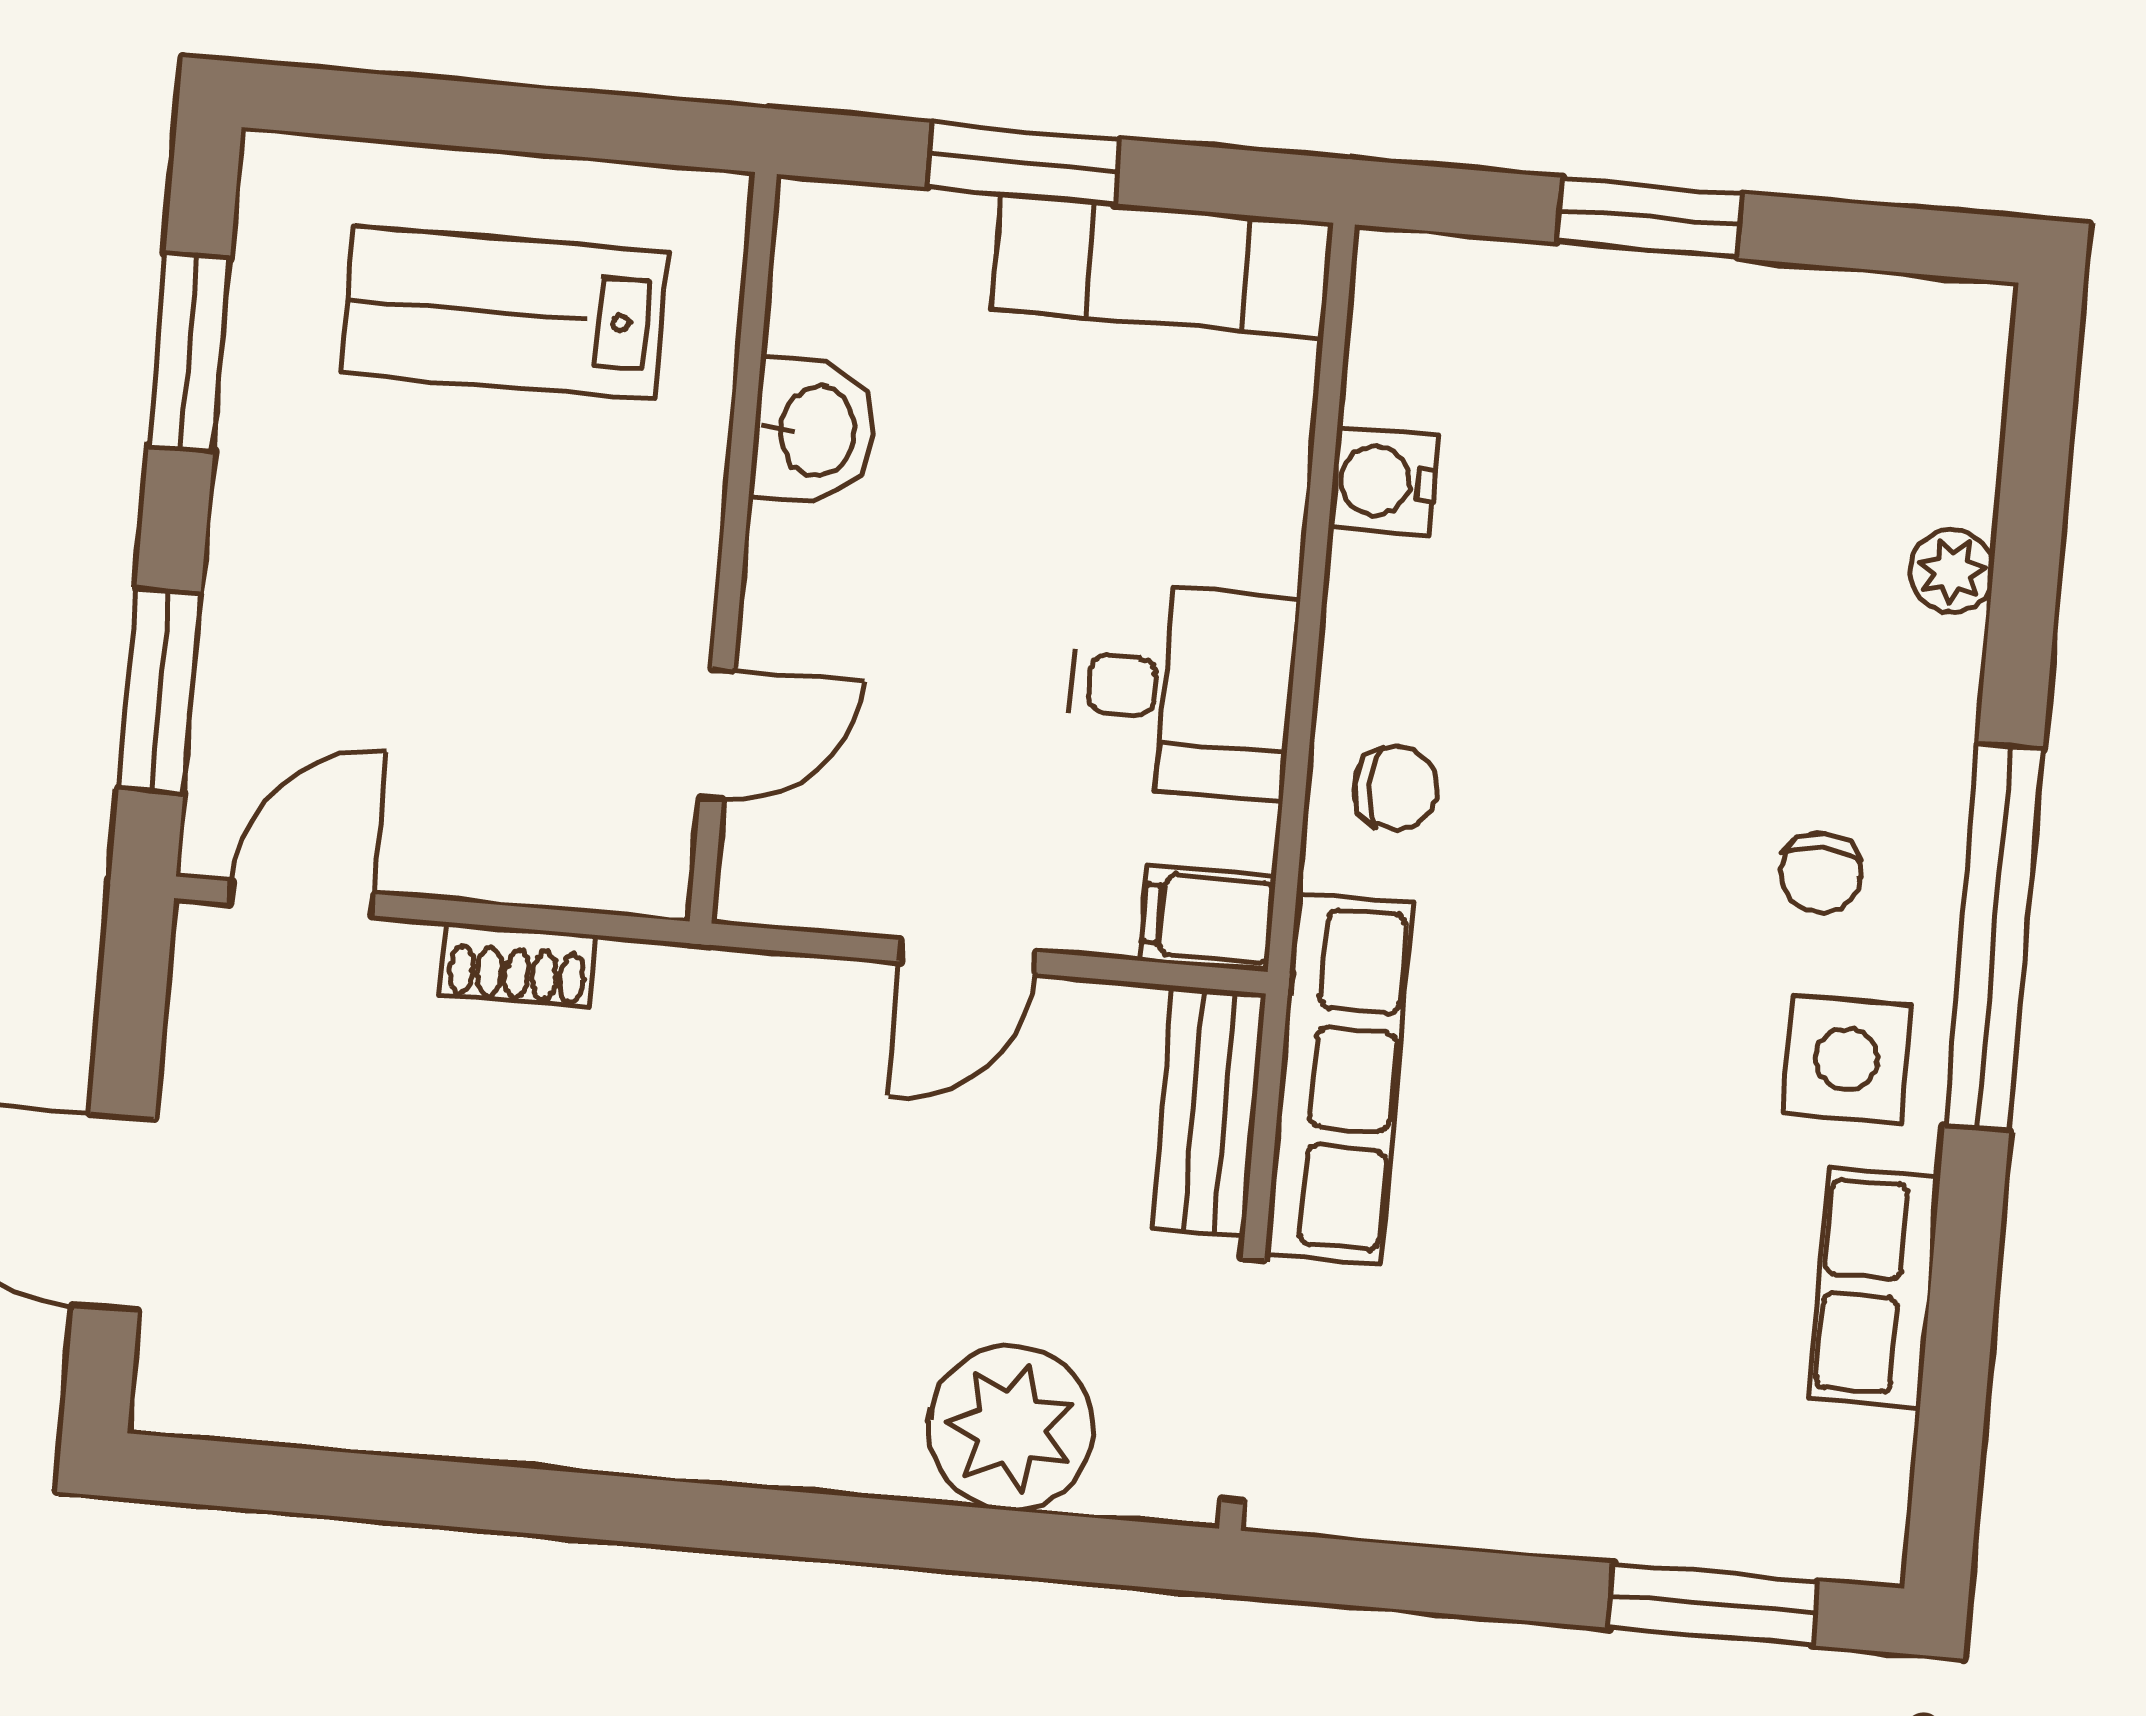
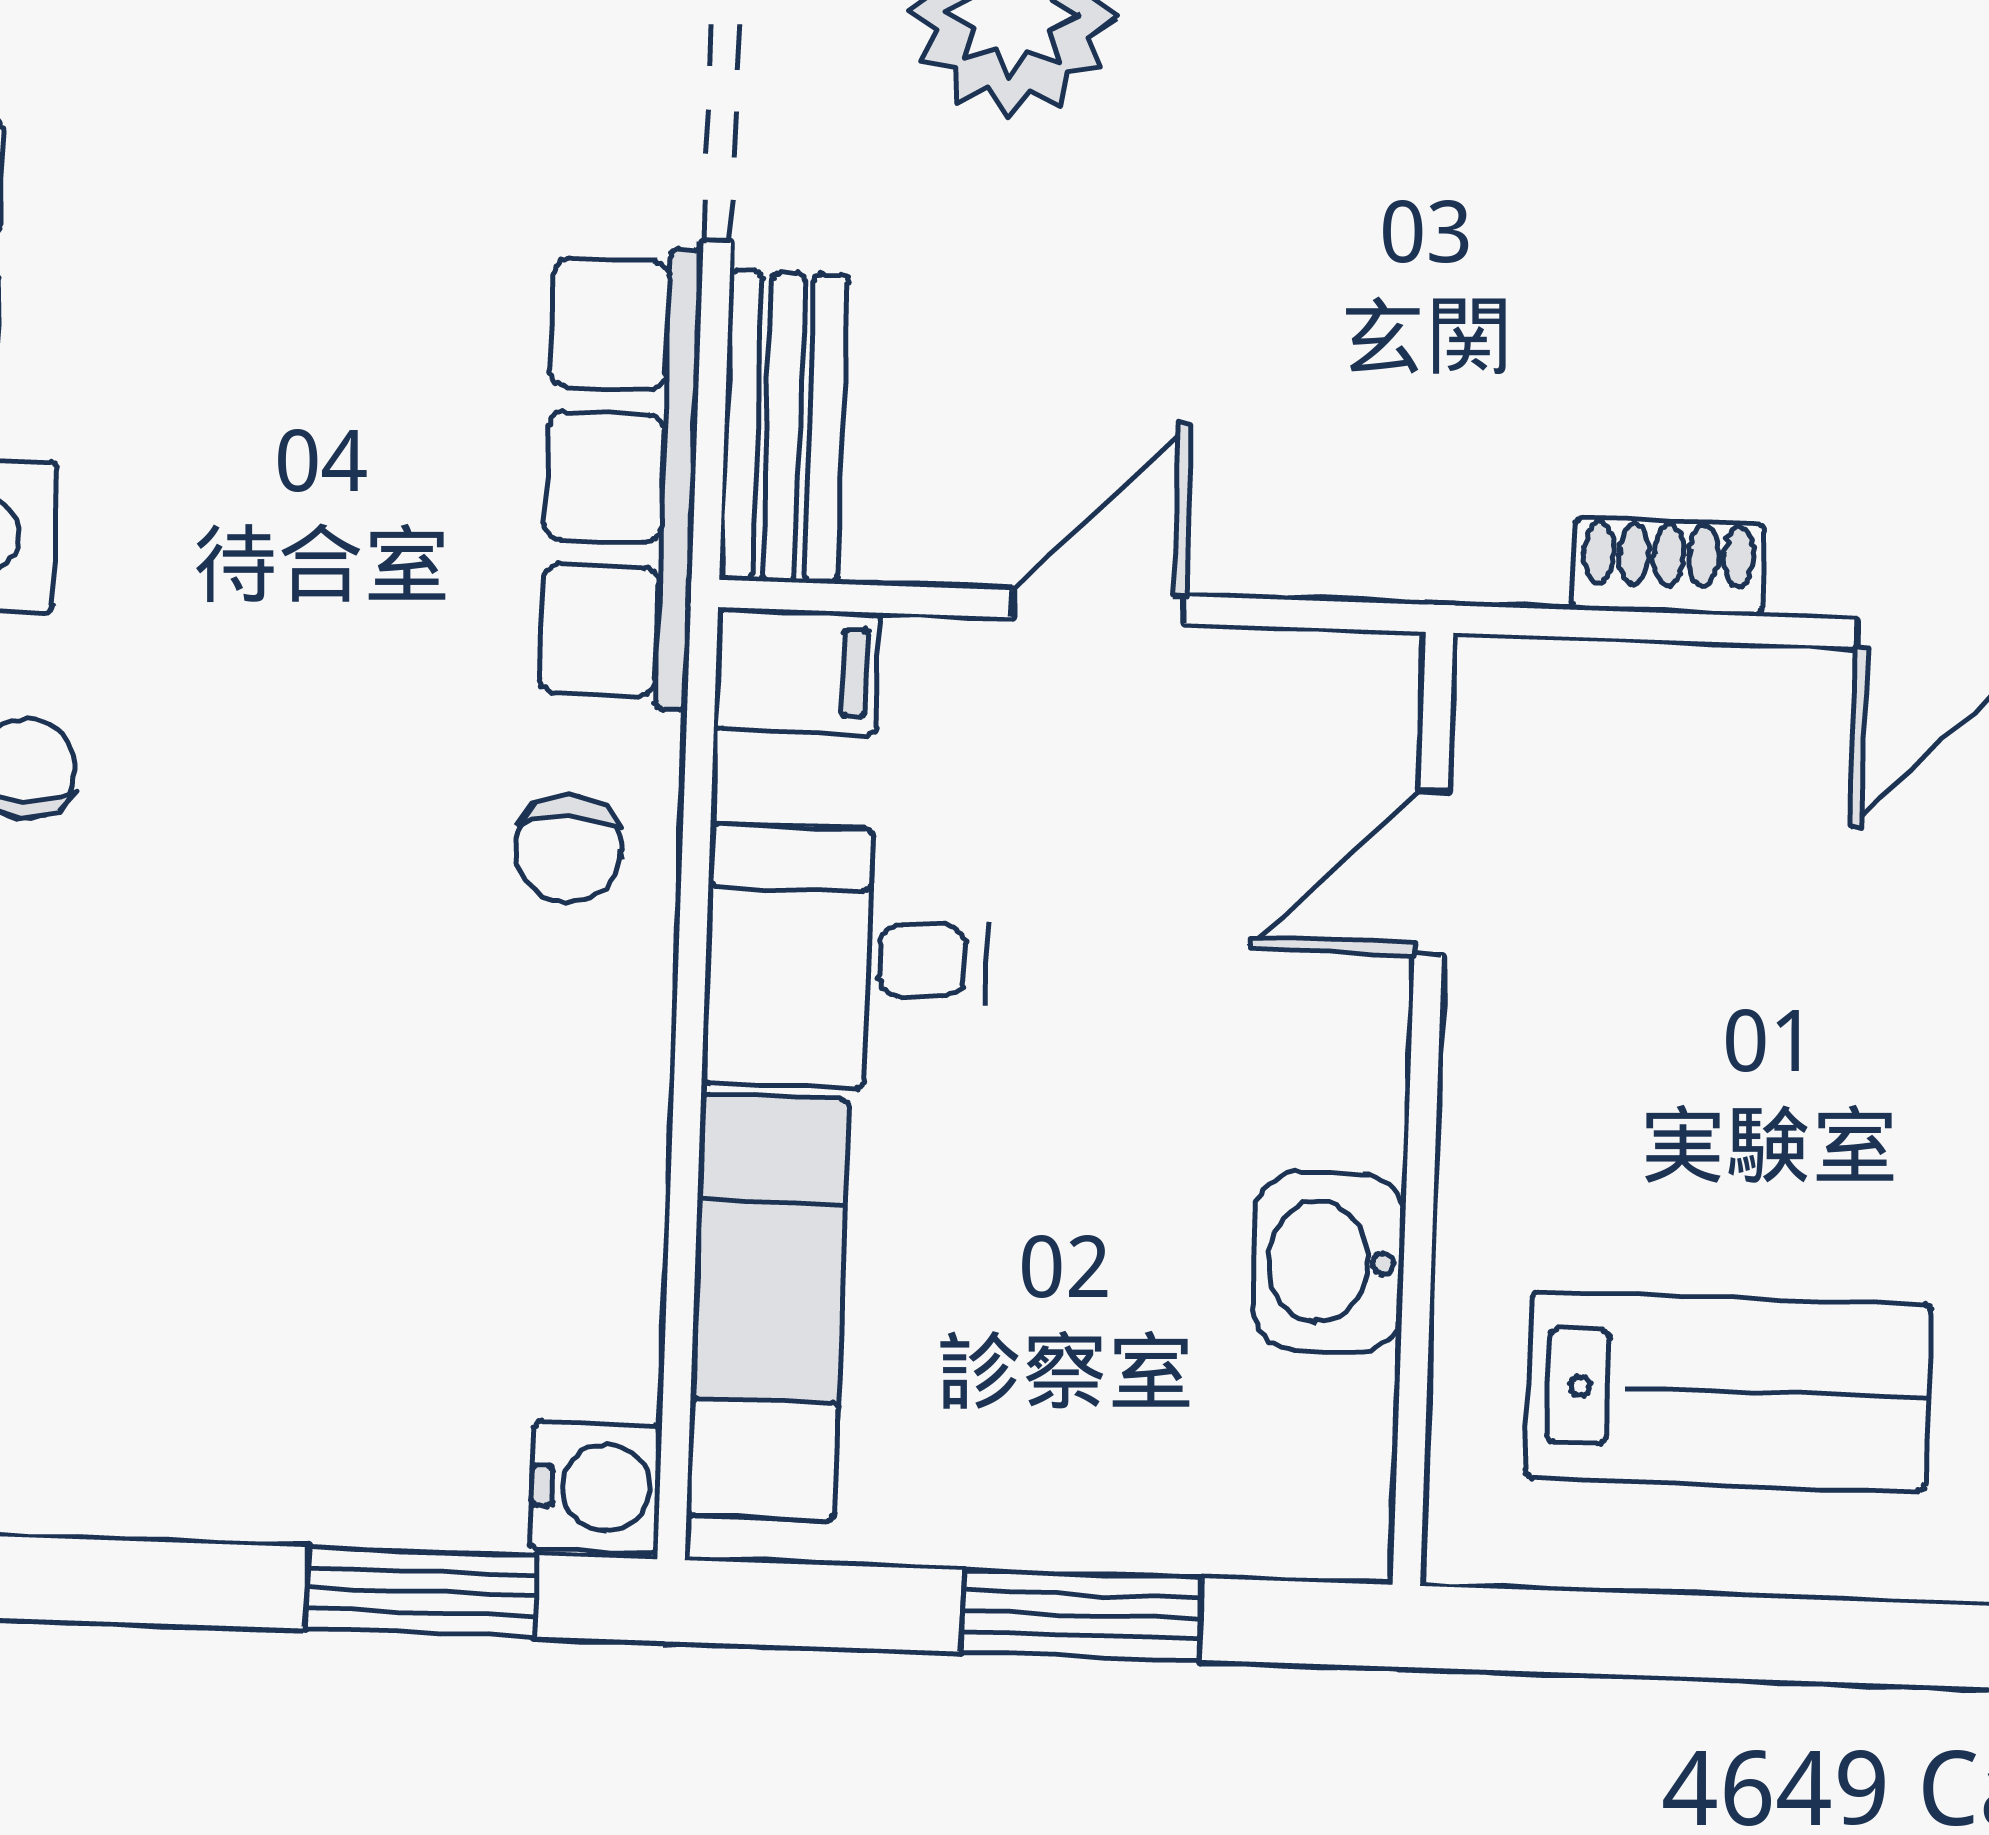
window: (1650, 218) -> (421, 1592), moved
exam couch: (1163, 266) -> (768, 1308), moved, turned 90
water cooler: (1383, 481) -> (596, 1487), moved
chair: (1396, 788) -> (569, 849), turned -90

